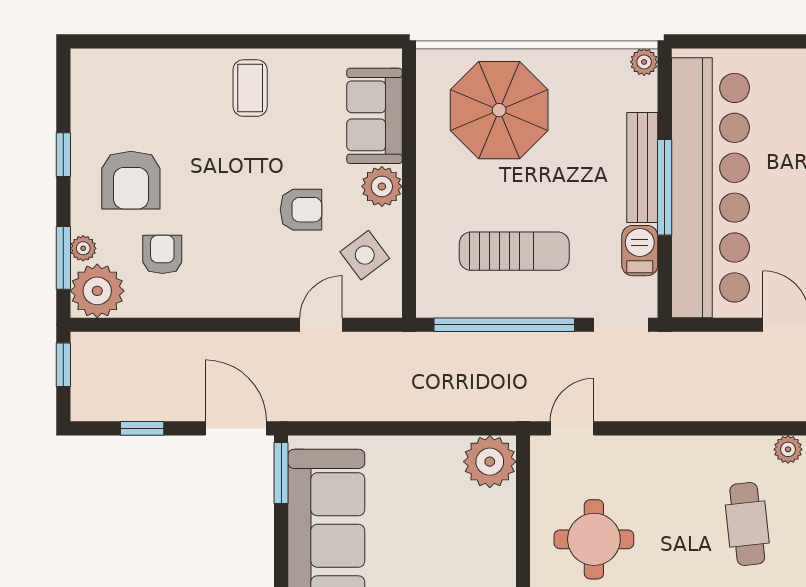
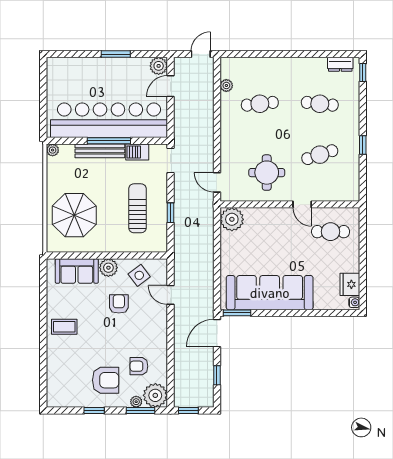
window: (504, 325) -> (170, 213), width x0.32

